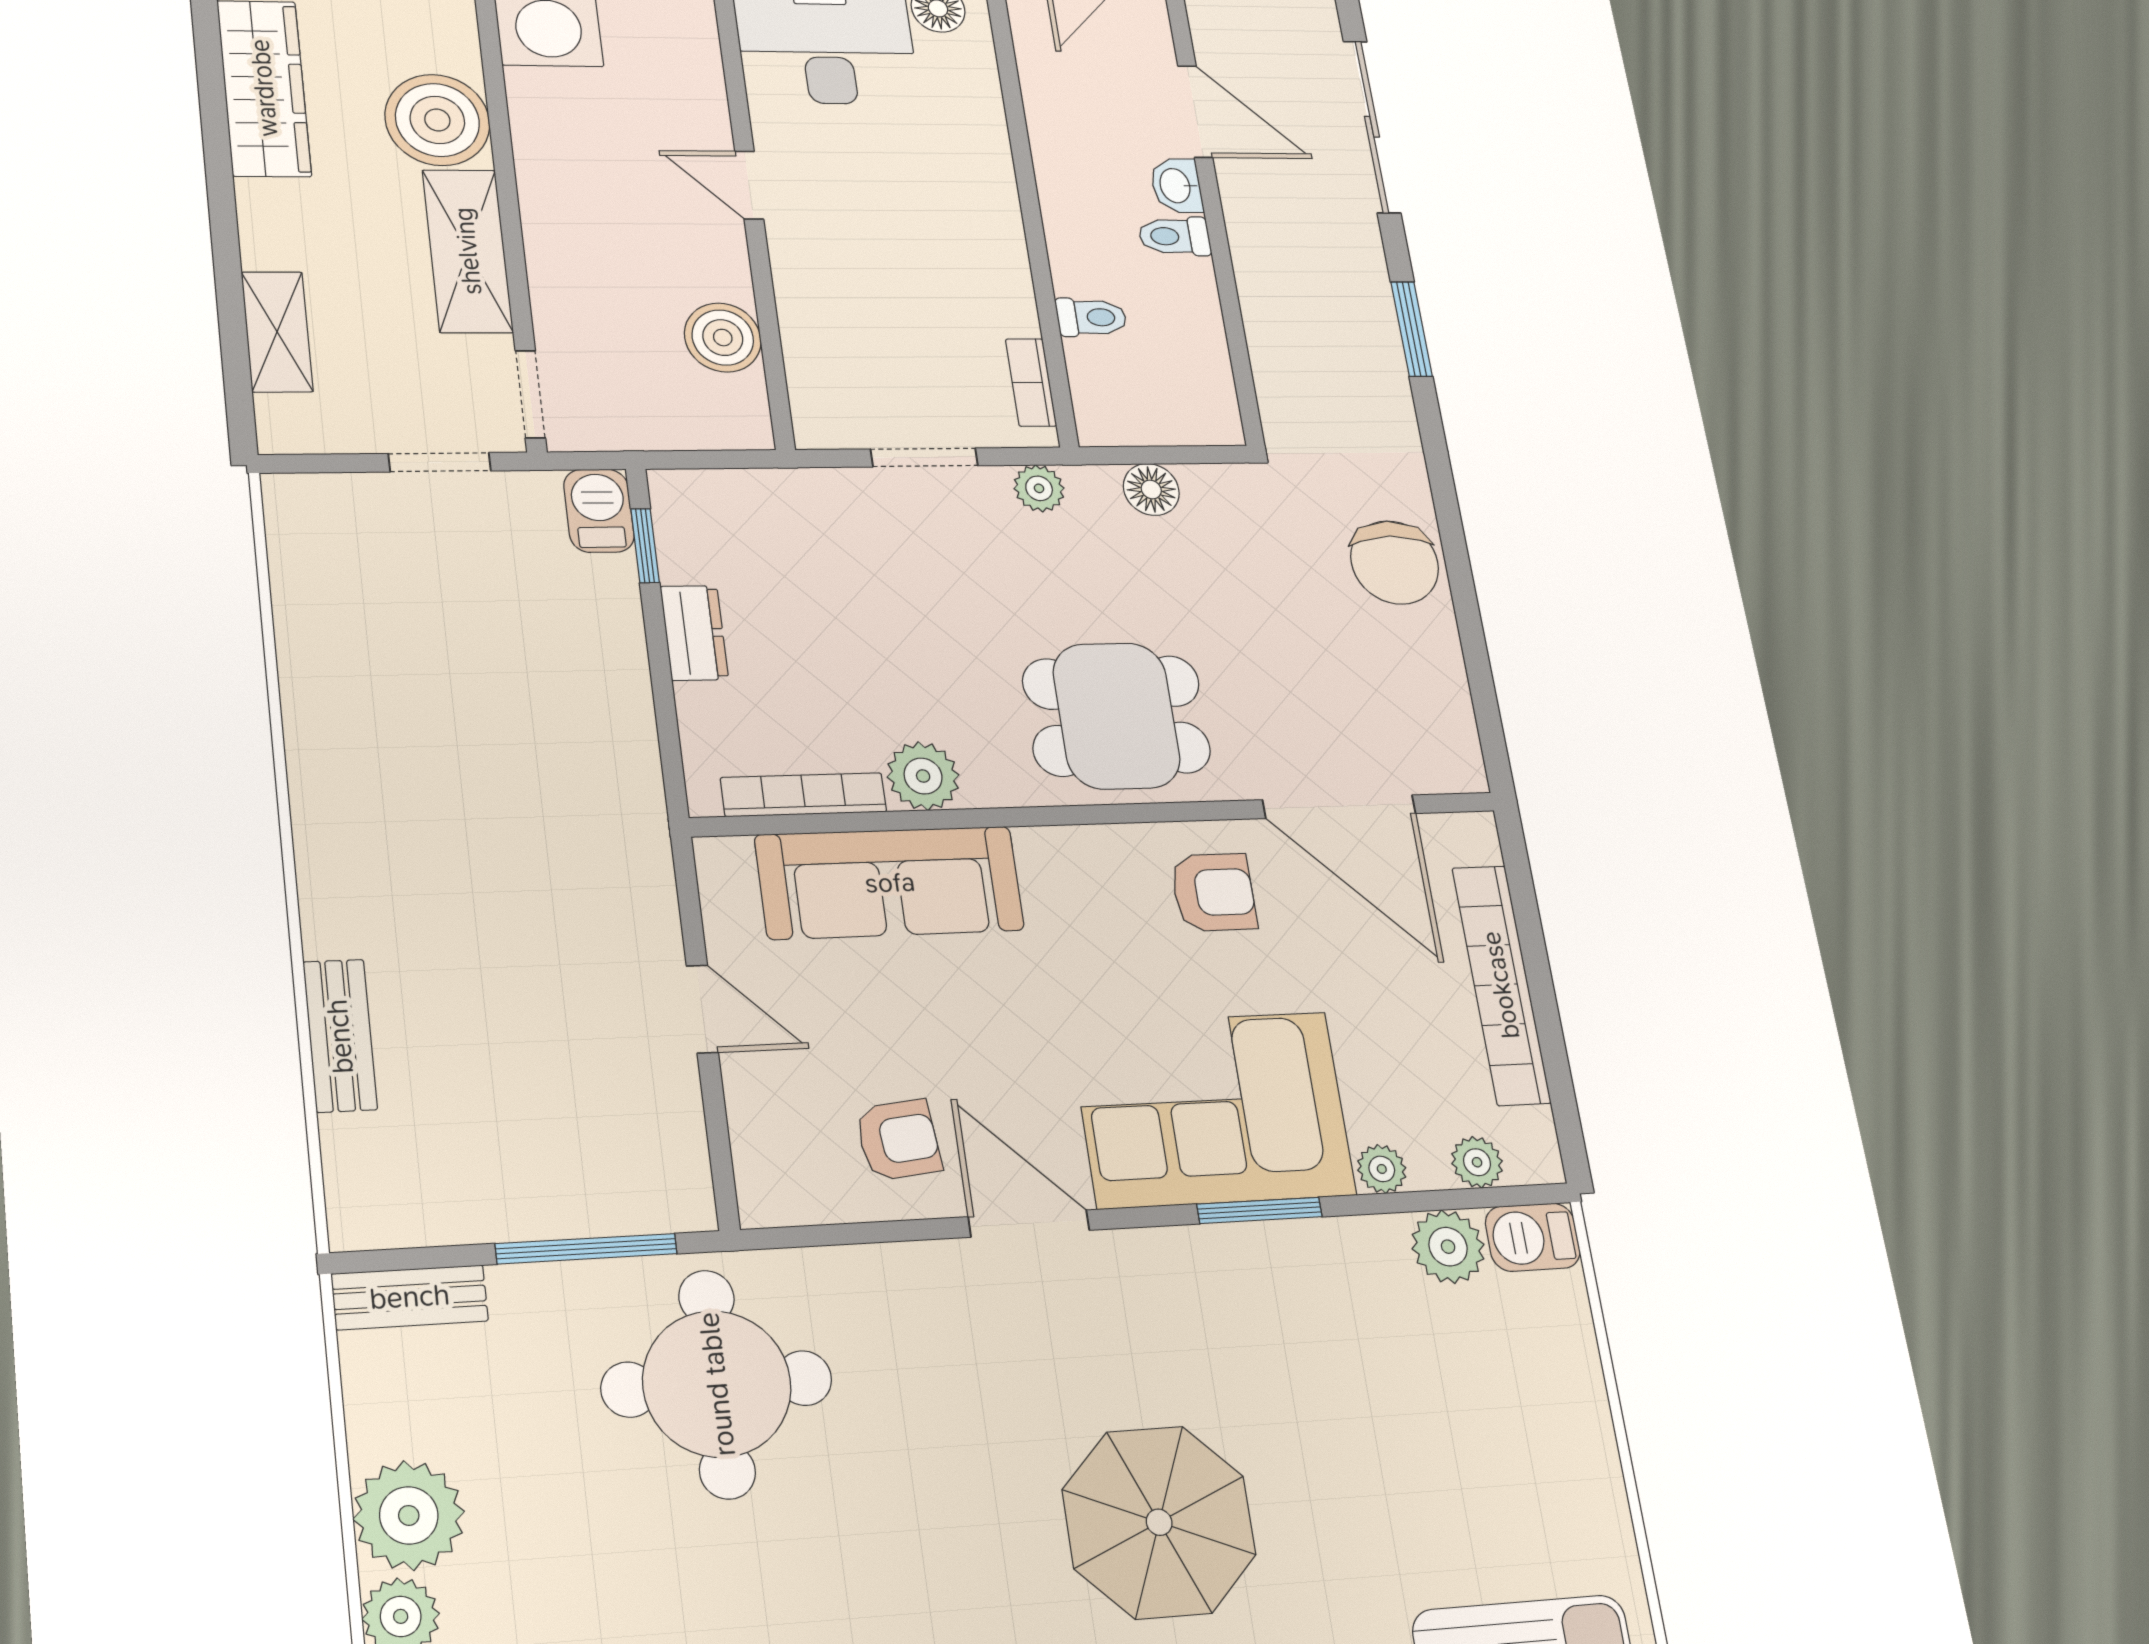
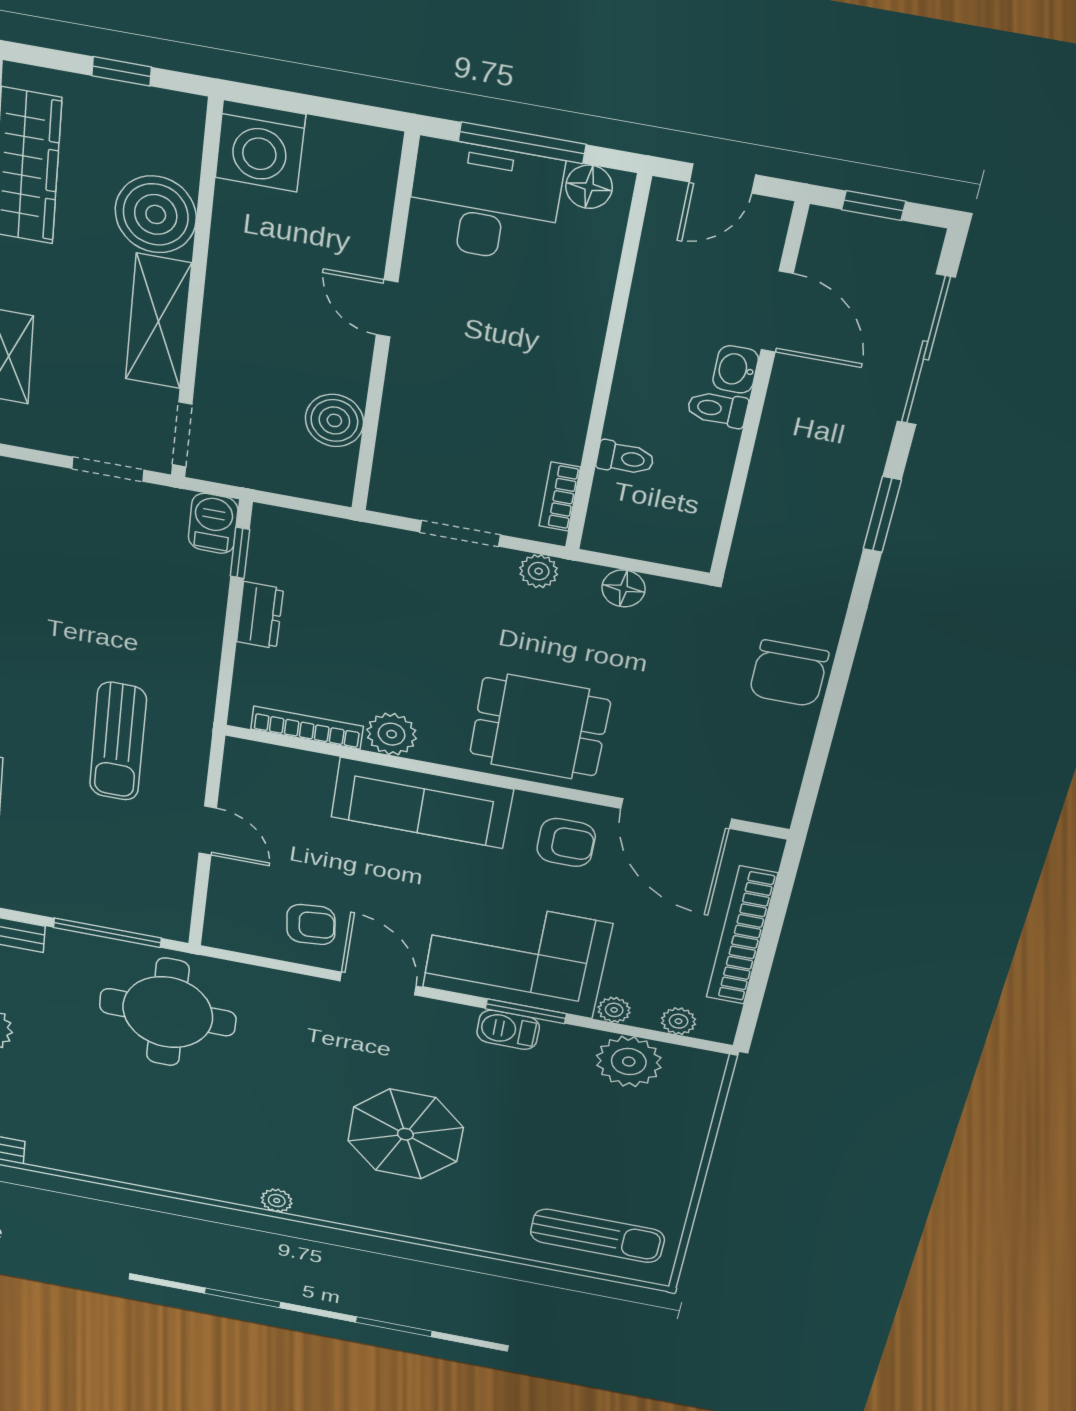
sofa: (890, 883) -> (422, 803), moved
sun lounger: (535, 887) -> (118, 742), added
barbecue: (1533, 1237) -> (508, 1030), moved
plant: (1448, 1247) -> (629, 1062), width x1.36, depth x1.36

